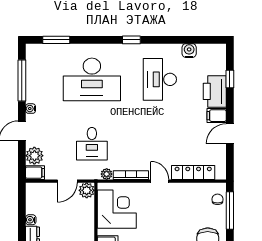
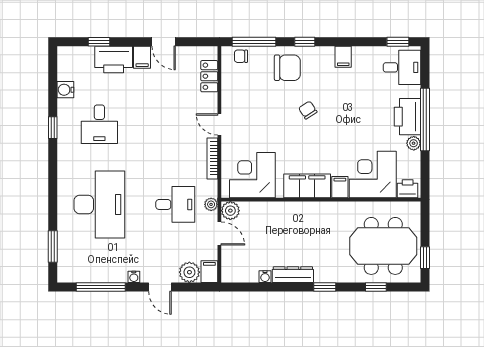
window: (131, 40) -> (53, 128), moved
desk: (160, 79) -> (99, 124), width x0.73
locker: (193, 172) -> (209, 76), width x0.66
plant: (107, 174) -> (211, 204), moved
door: (160, 181) -> (219, 124), hinge flipped

